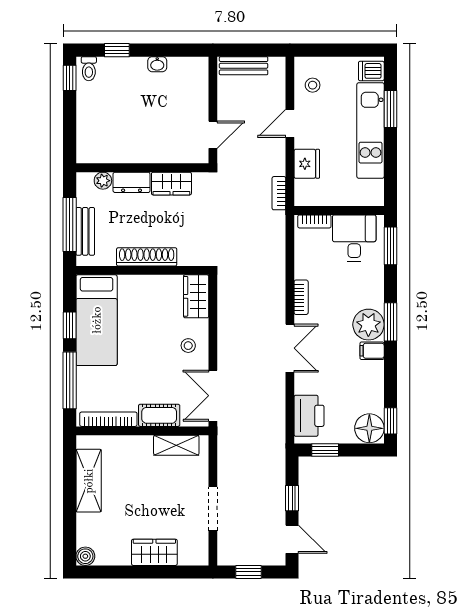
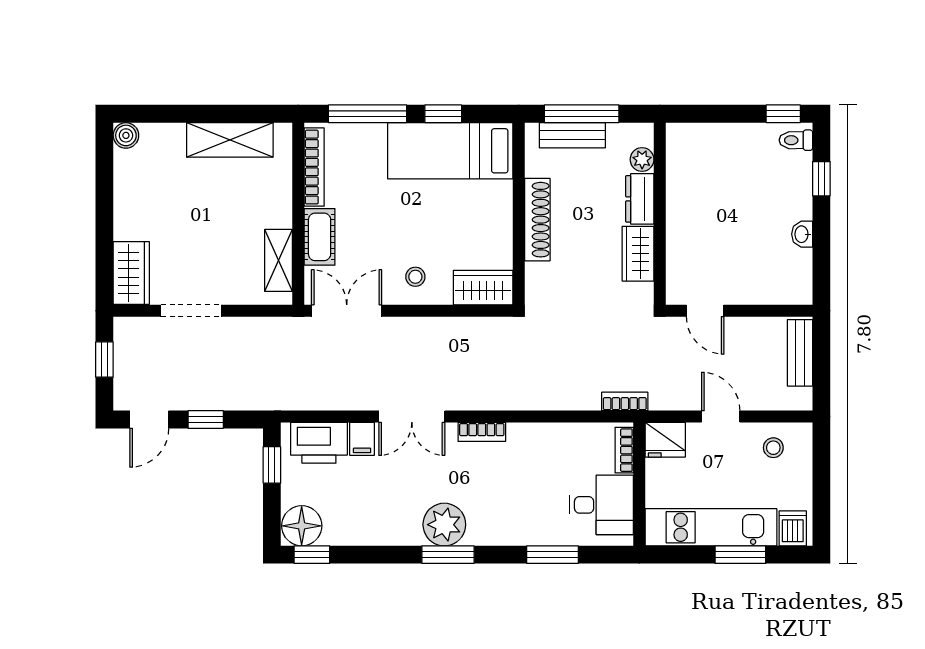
wall: (339, 211) -> (639, 484), moved
bookcase: (314, 221) -> (624, 450), moved
desk: (354, 238) -> (601, 505), moved
filing cabinet: (372, 351) -> (362, 439), moved, turned 180
wardrobe: (154, 552) -> (131, 273), moved

